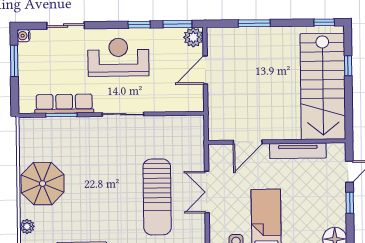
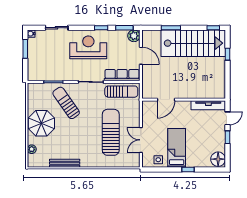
door: (205, 70) -> (141, 56), swing flipped
stairs: (323, 86) -> (193, 43), moved, turned -90
row of seats: (64, 104) -> (122, 75), moved
sun lounger: (174, 130) -> (121, 92), added
sun lounger: (83, 149) -> (66, 103), added
tv unit: (298, 151) -> (208, 105), moved
double door: (207, 192) -> (141, 140), moved
sun lounger: (157, 197) -> (111, 132), turned 180

